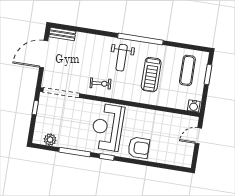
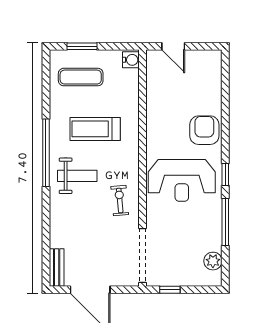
treadmill: (151, 75) -> (95, 129), turned 180

